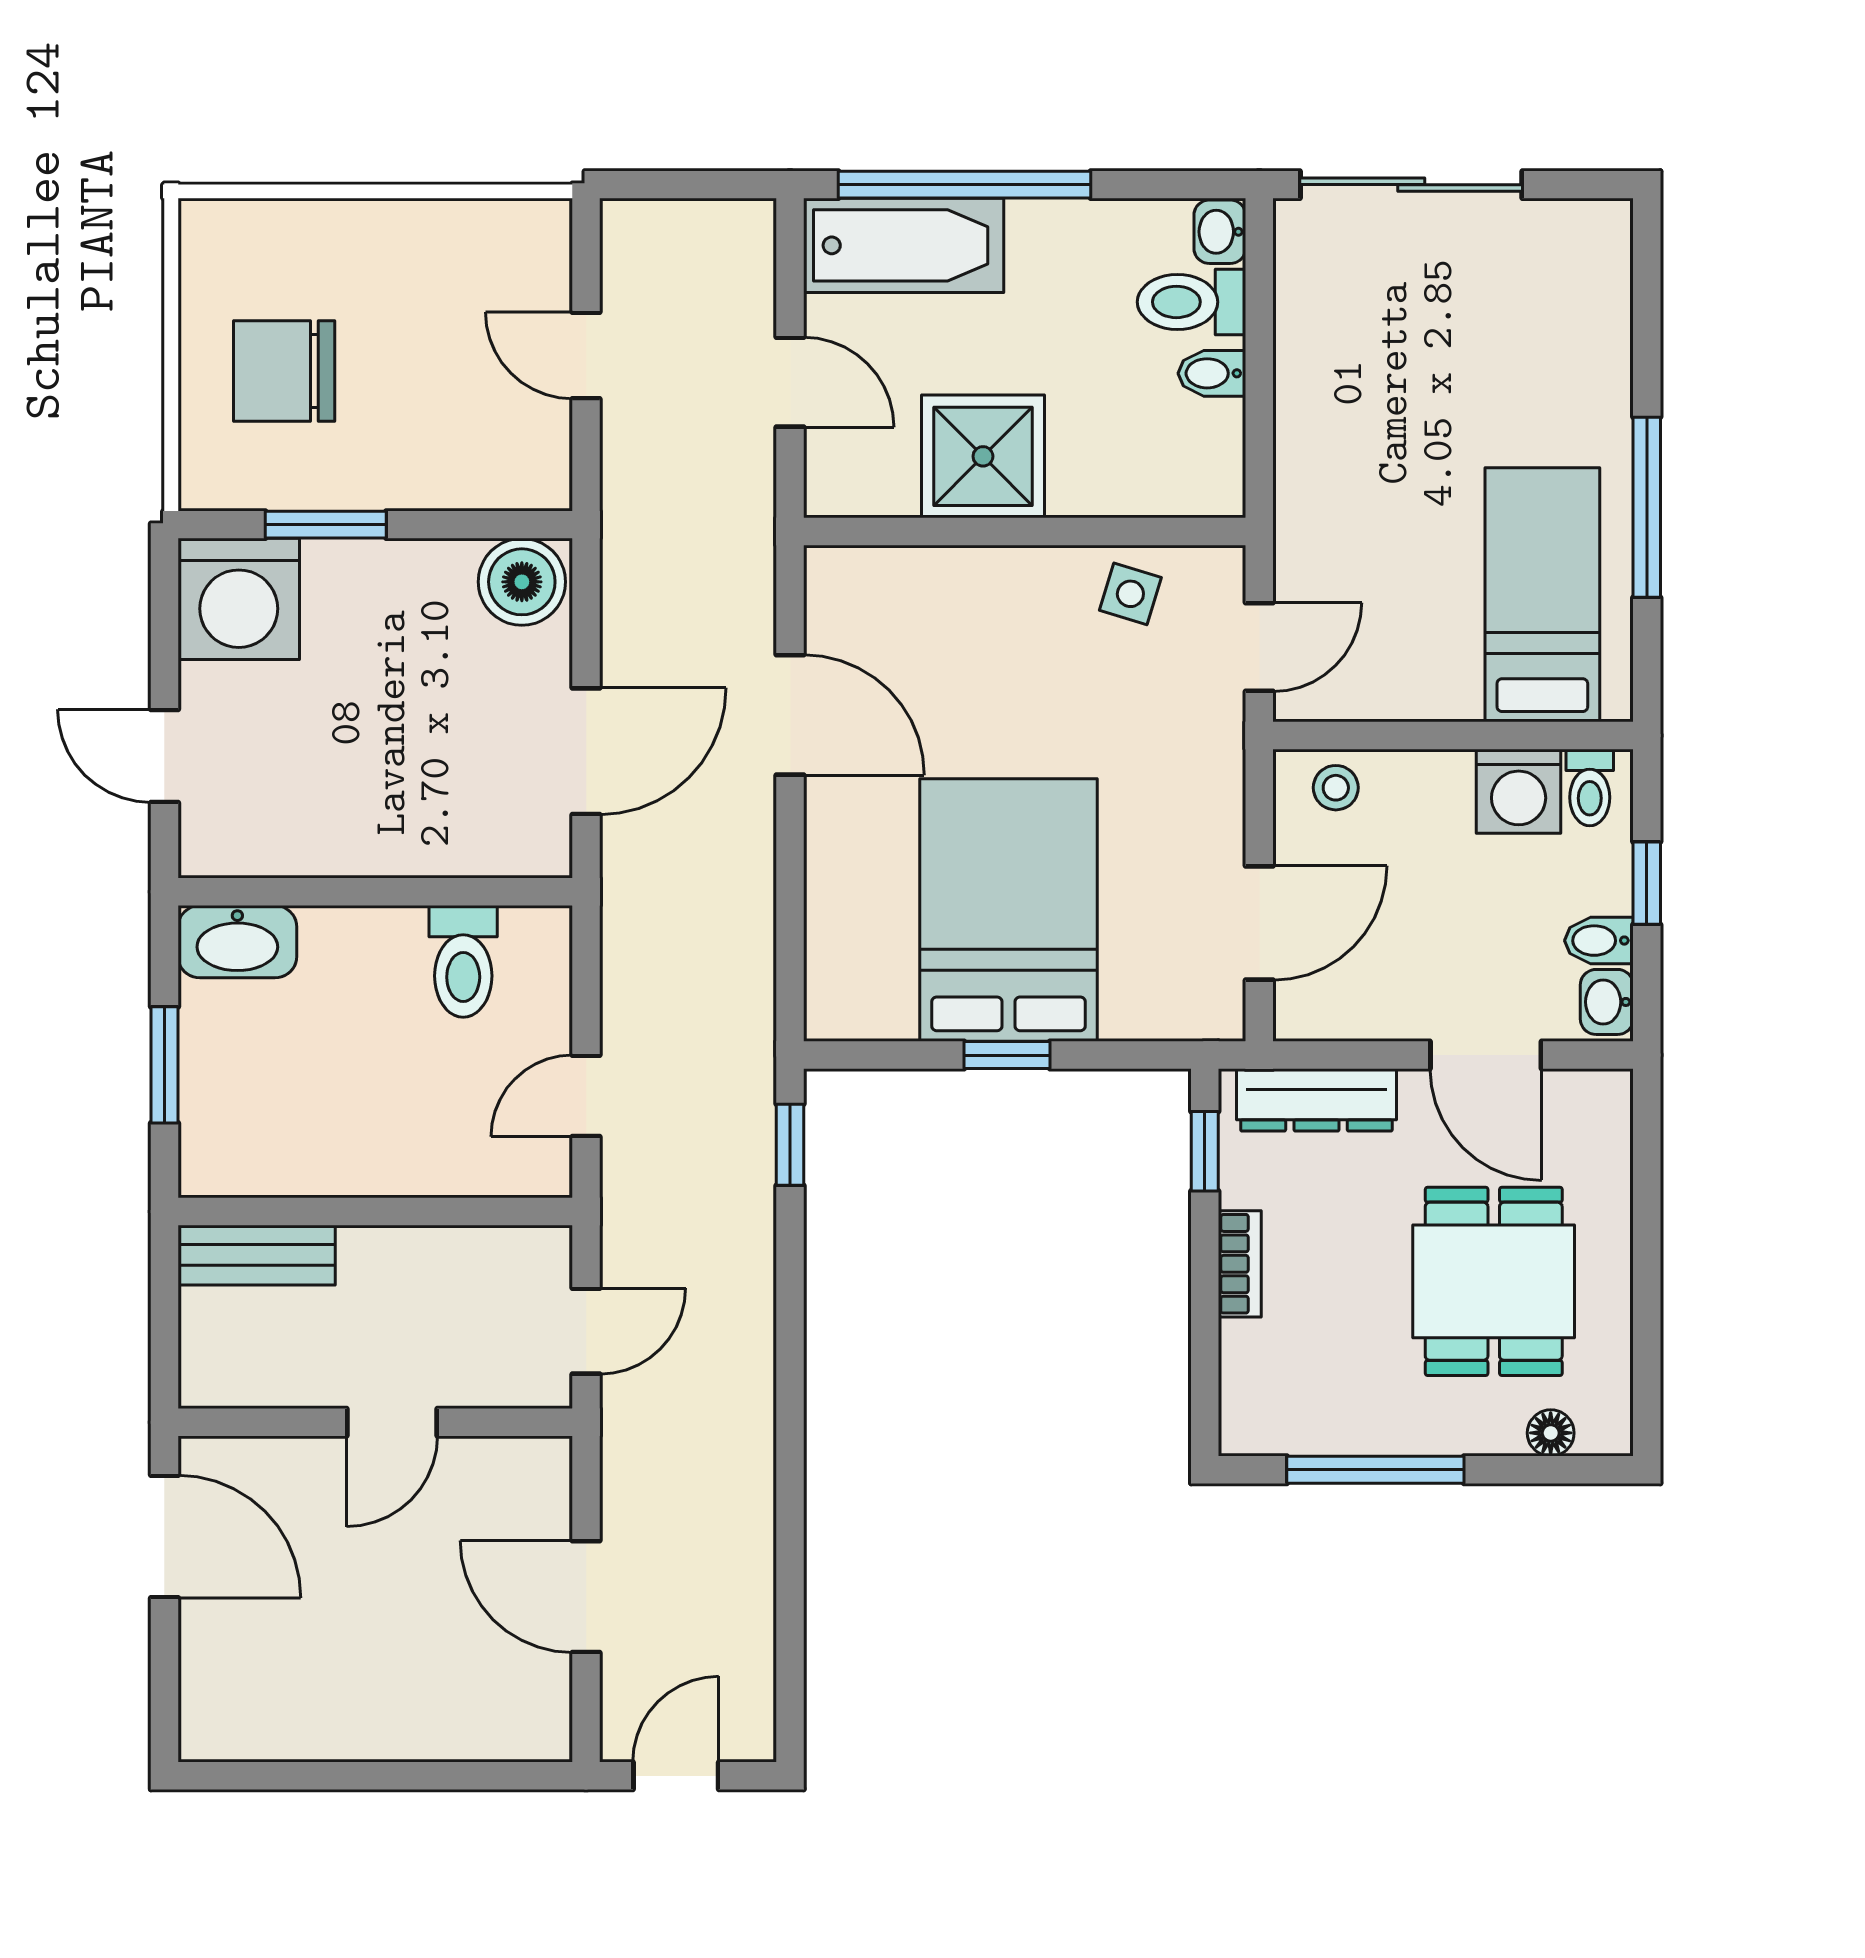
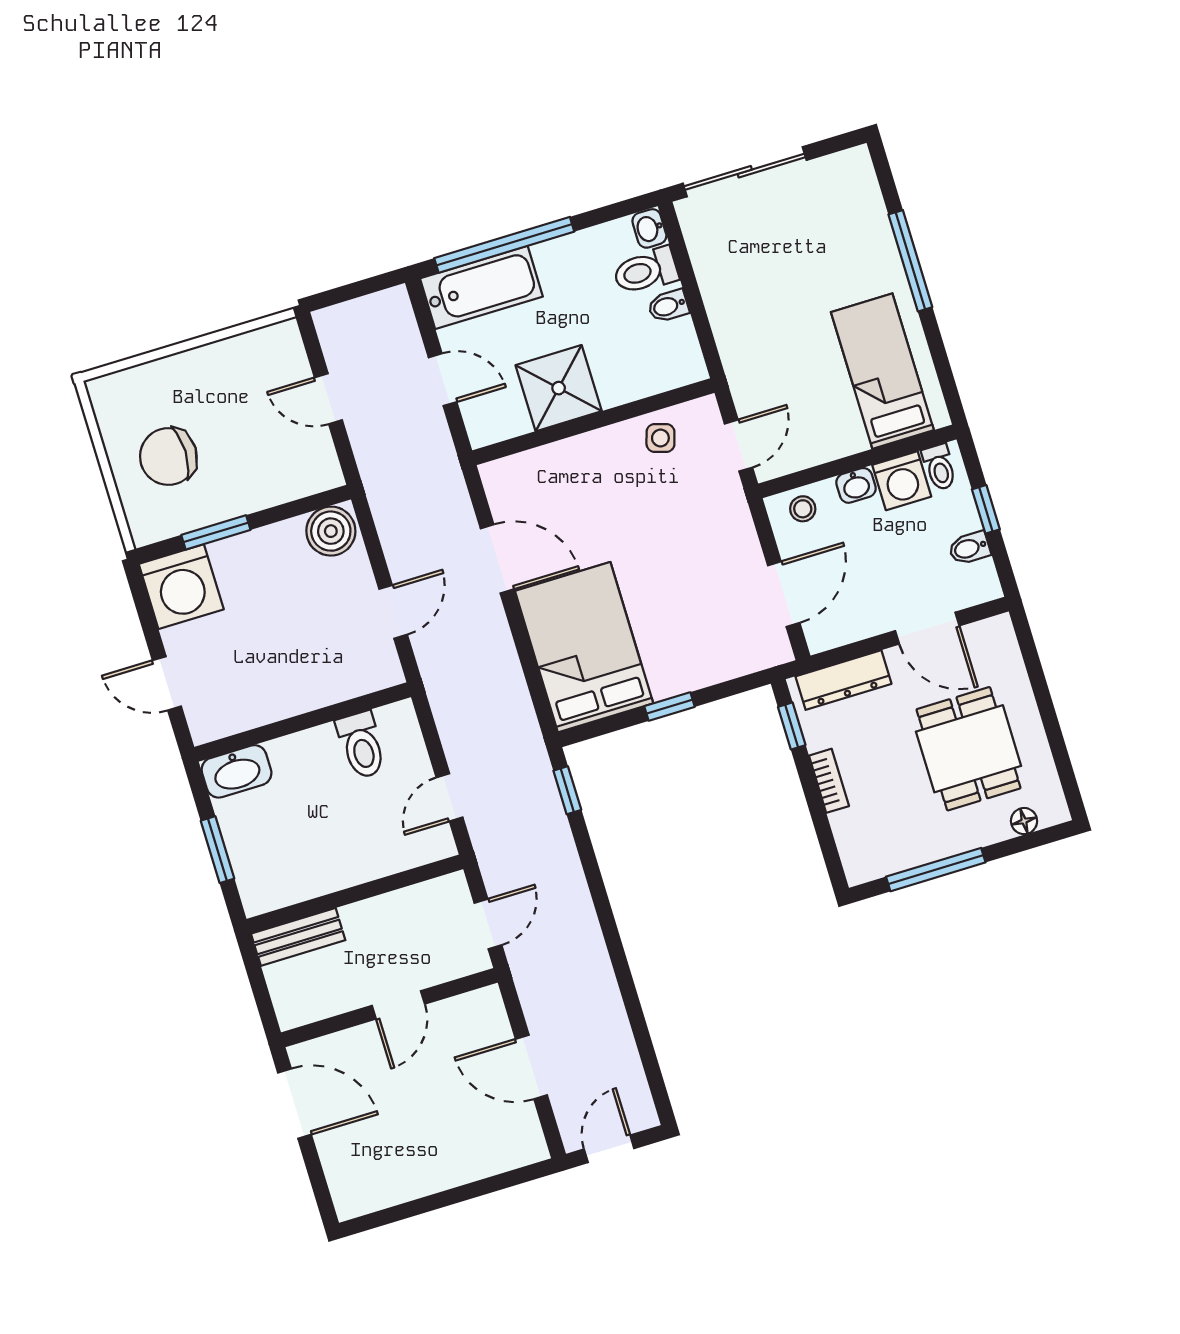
window: (1647, 507) -> (910, 261), moved
door: (586, 751) -> (393, 612), width x0.73
bed: (1008, 910) -> (584, 647), moved
washbasin: (1607, 1002) -> (856, 485), moved, turned -90

